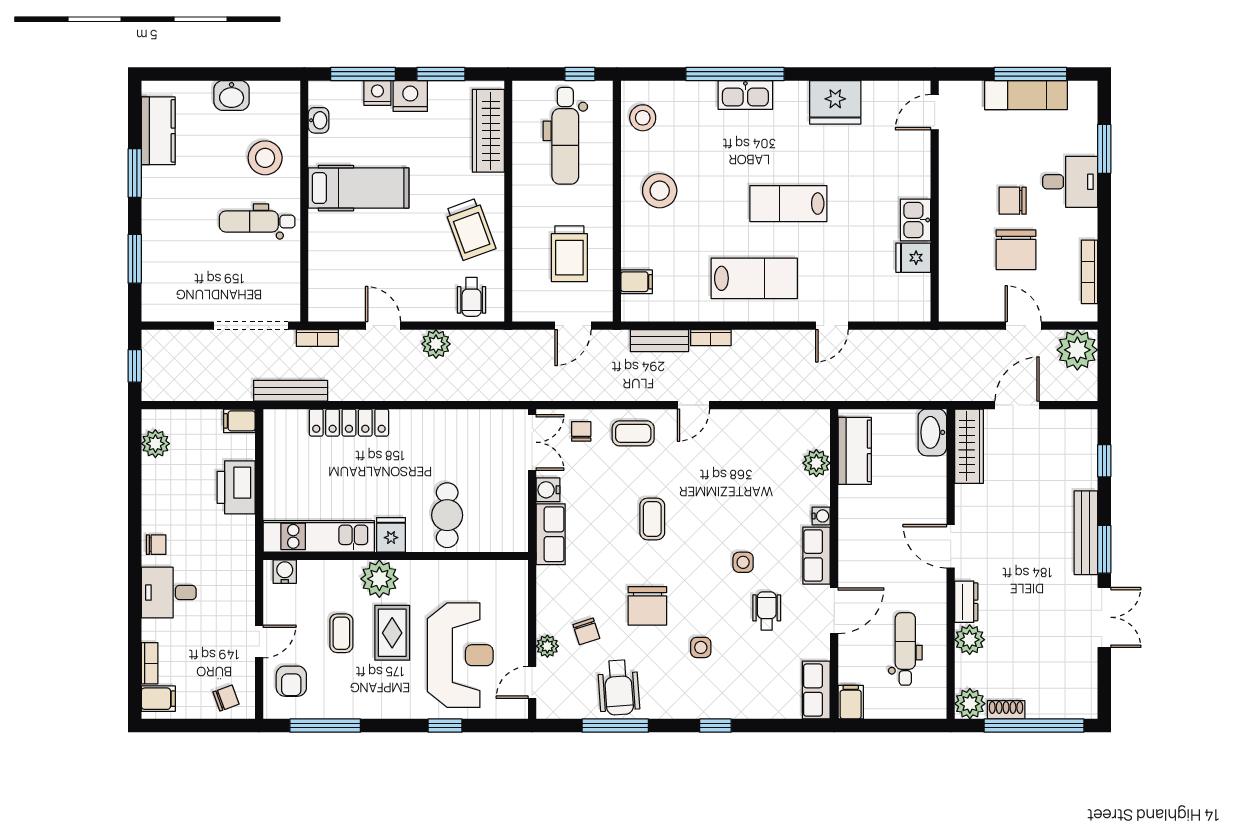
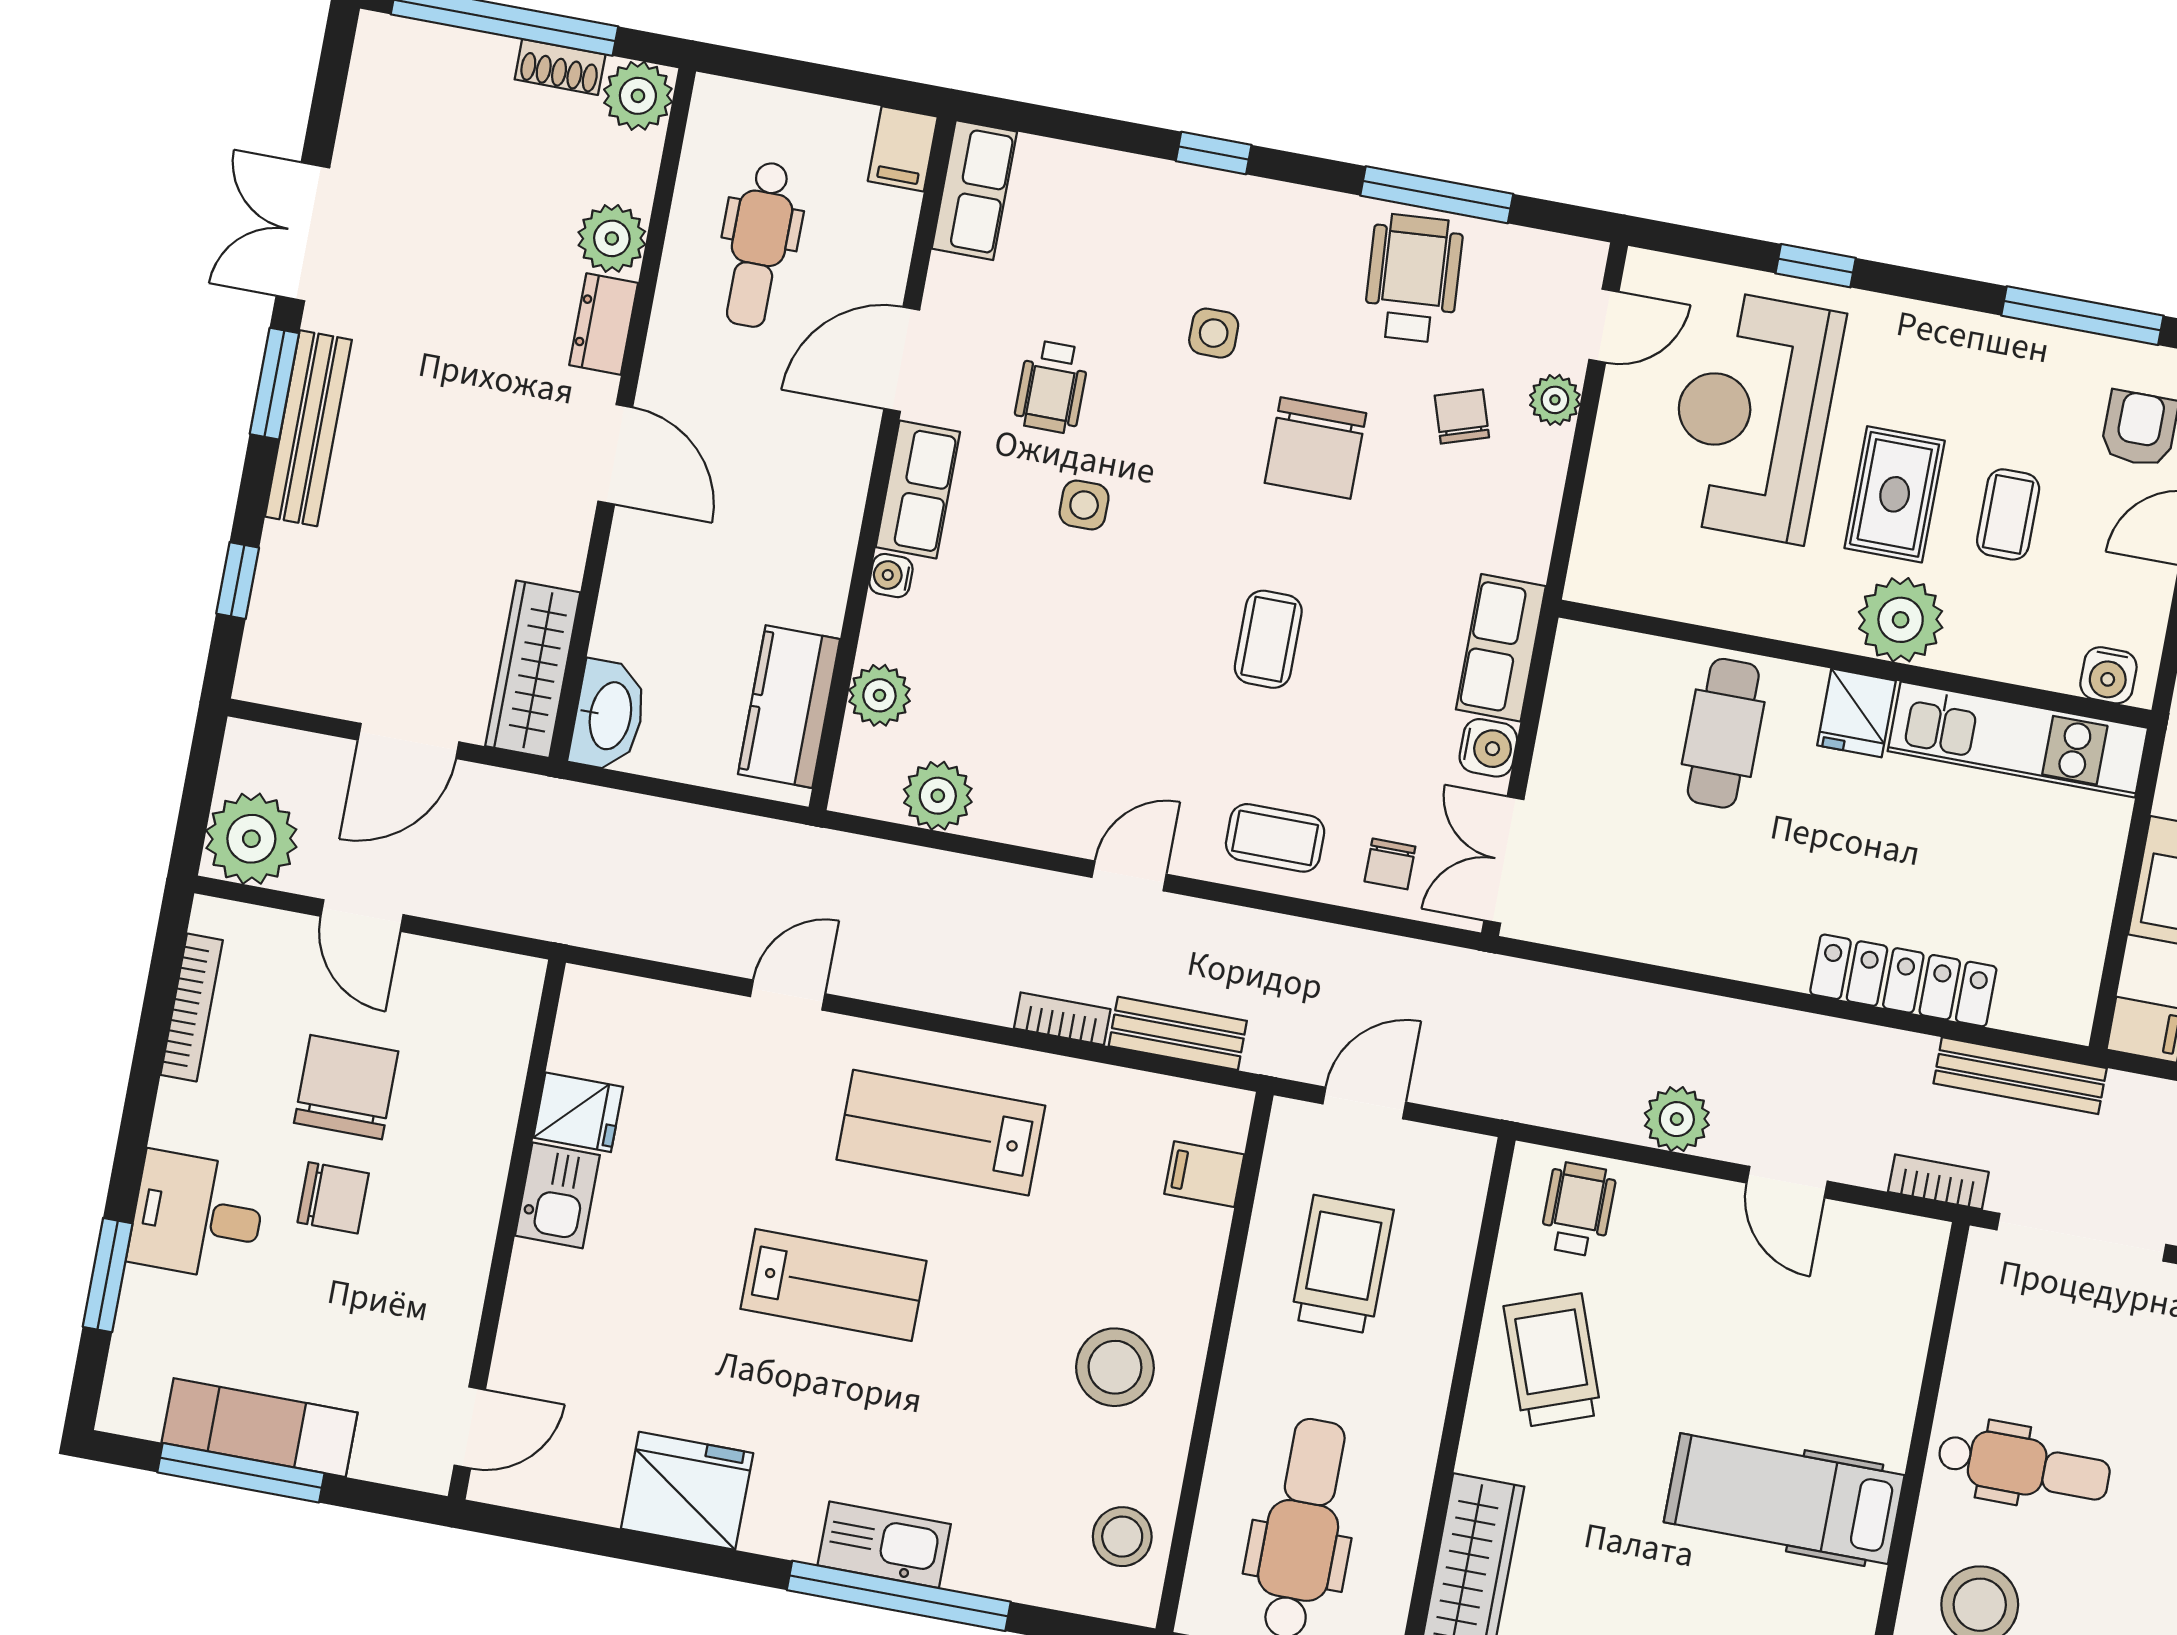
plant: (783, 424) -> (938, 796), added
chair: (647, 606) -> (1315, 448), turned 180

